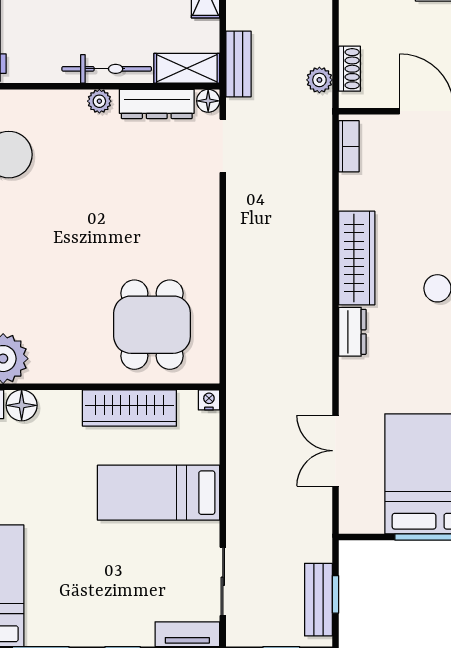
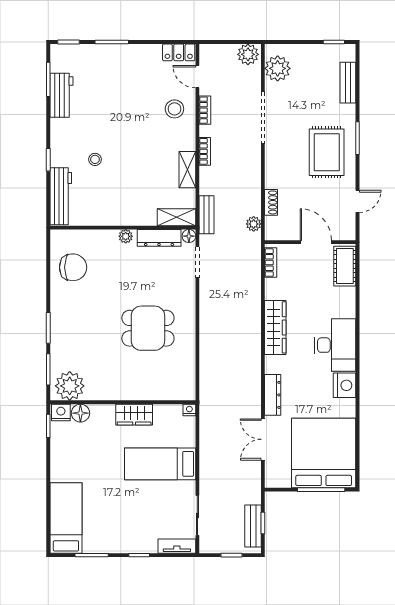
bicycle: (107, 69) -> (130, 218), removed
shoe rack: (350, 69) -> (271, 202), moved
dining table: (152, 325) -> (148, 328), moved, turned 90
dresser: (352, 332) -> (273, 395), moved, width x1.44
wardrobe: (129, 408) -> (134, 415), width x0.67

